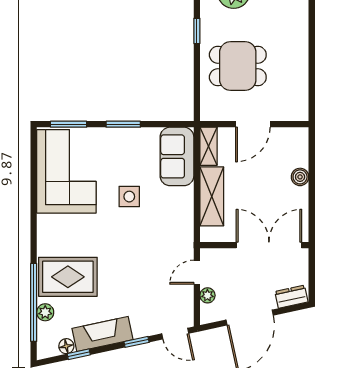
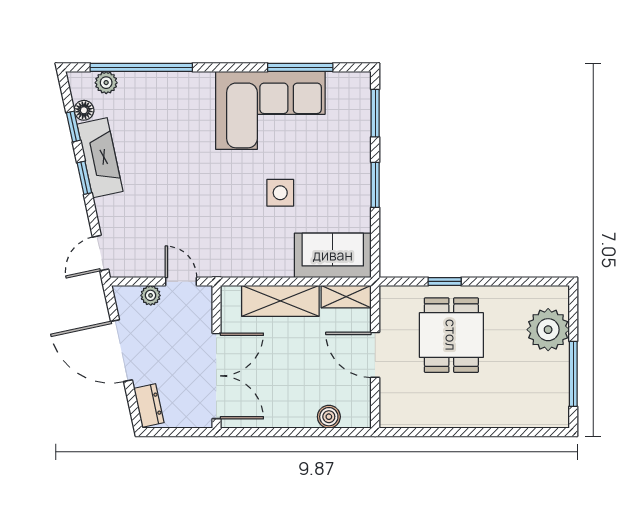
window: (197, 31) -> (445, 281), moved
corner sofa: (66, 171) -> (270, 110), moved
boiler: (300, 177) -> (329, 417), moved
window: (34, 181) -> (300, 67), added
rug: (68, 277) -> (175, 112), removed
plant: (45, 312) -> (106, 83), moved
window: (137, 342) -> (84, 178), moved

